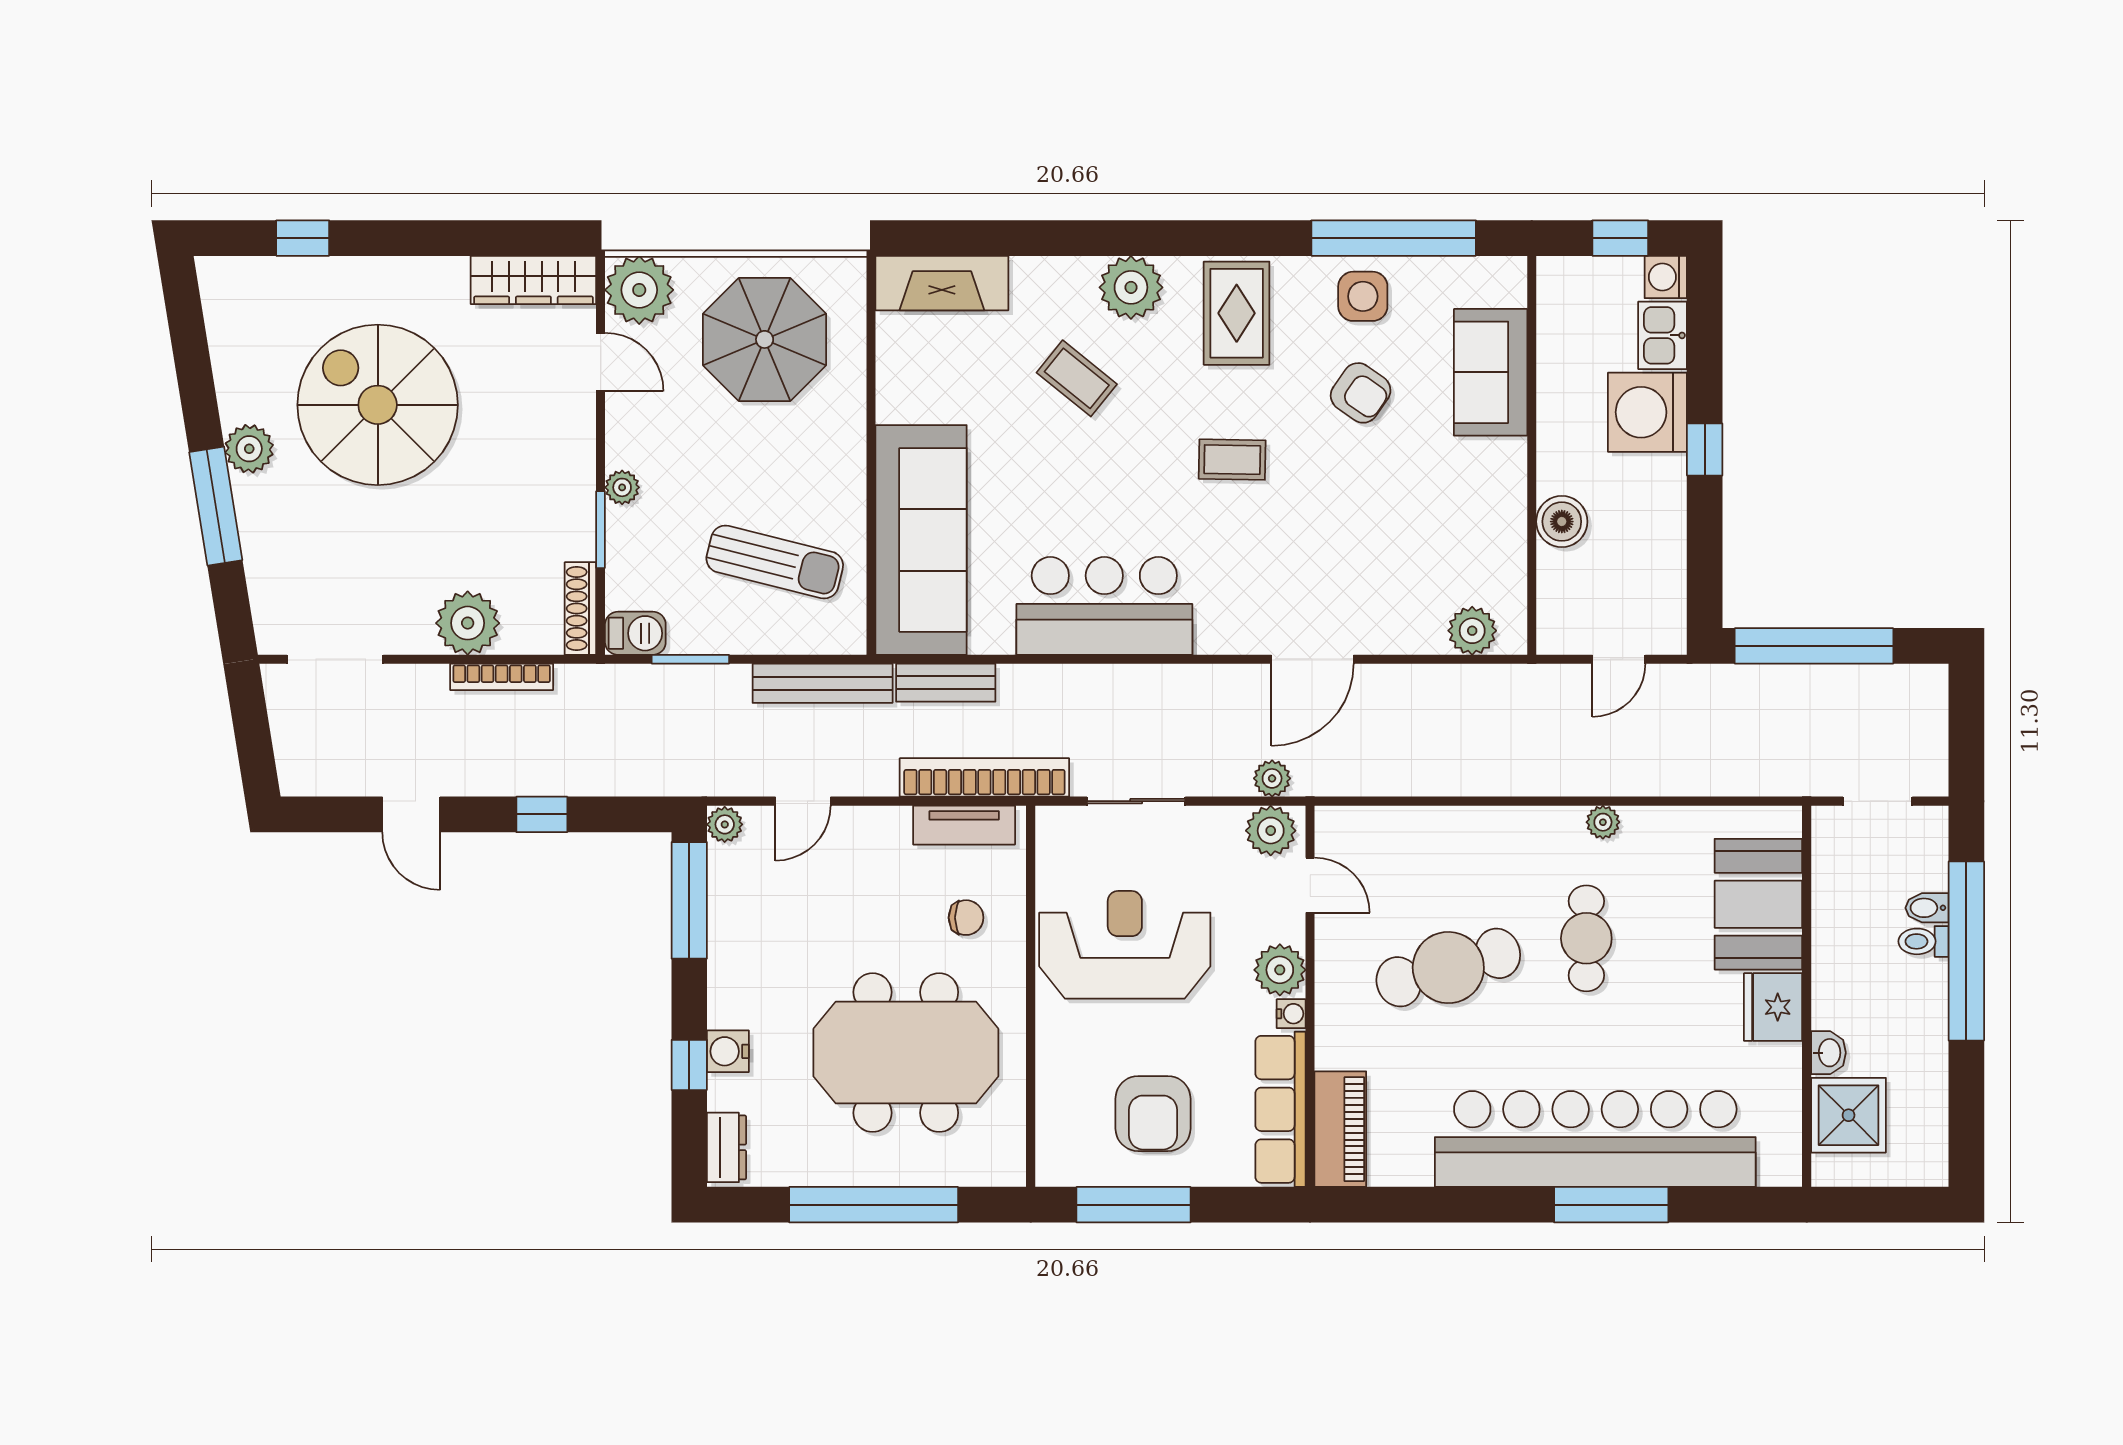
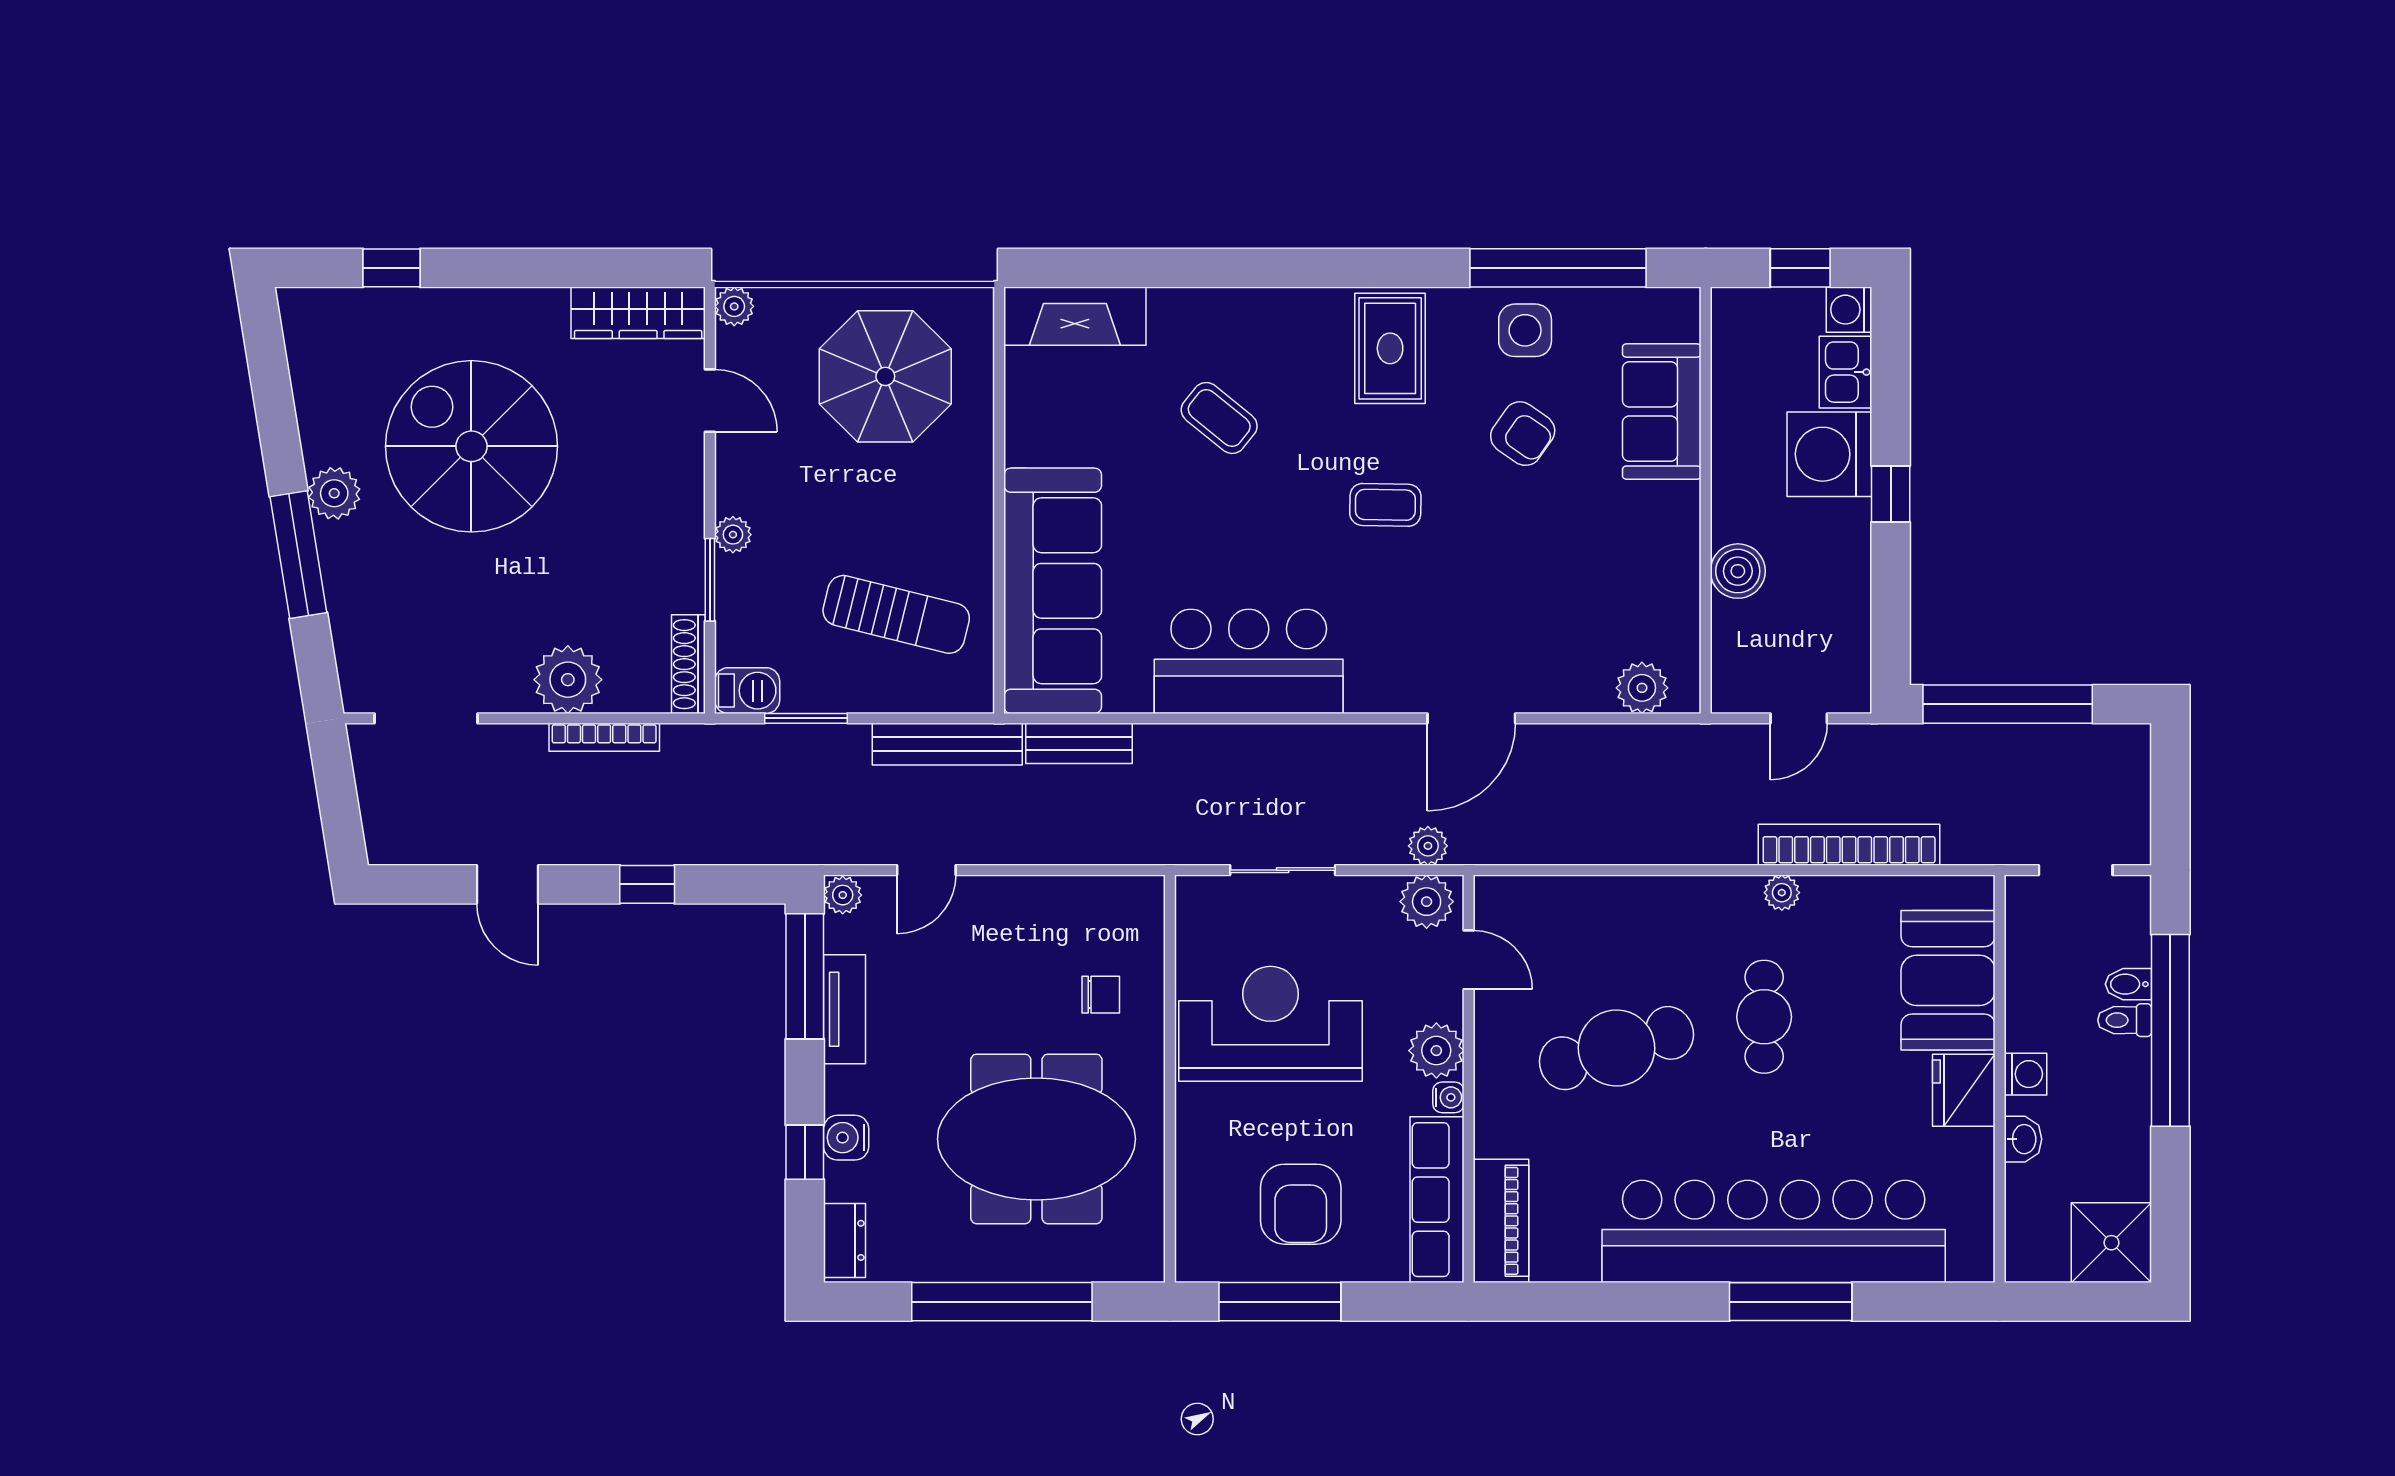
plant: (1131, 287) -> (1277, 321), removed
plant: (639, 290) -> (734, 306), width x0.53, depth x0.53
bookcase: (984, 777) -> (1849, 845), moved
tv unit: (964, 825) -> (845, 1009), moved, turned -90
washing machine: (1831, 992) -> (2025, 1074), added
shower: (1849, 1115) -> (2111, 1243), moved

